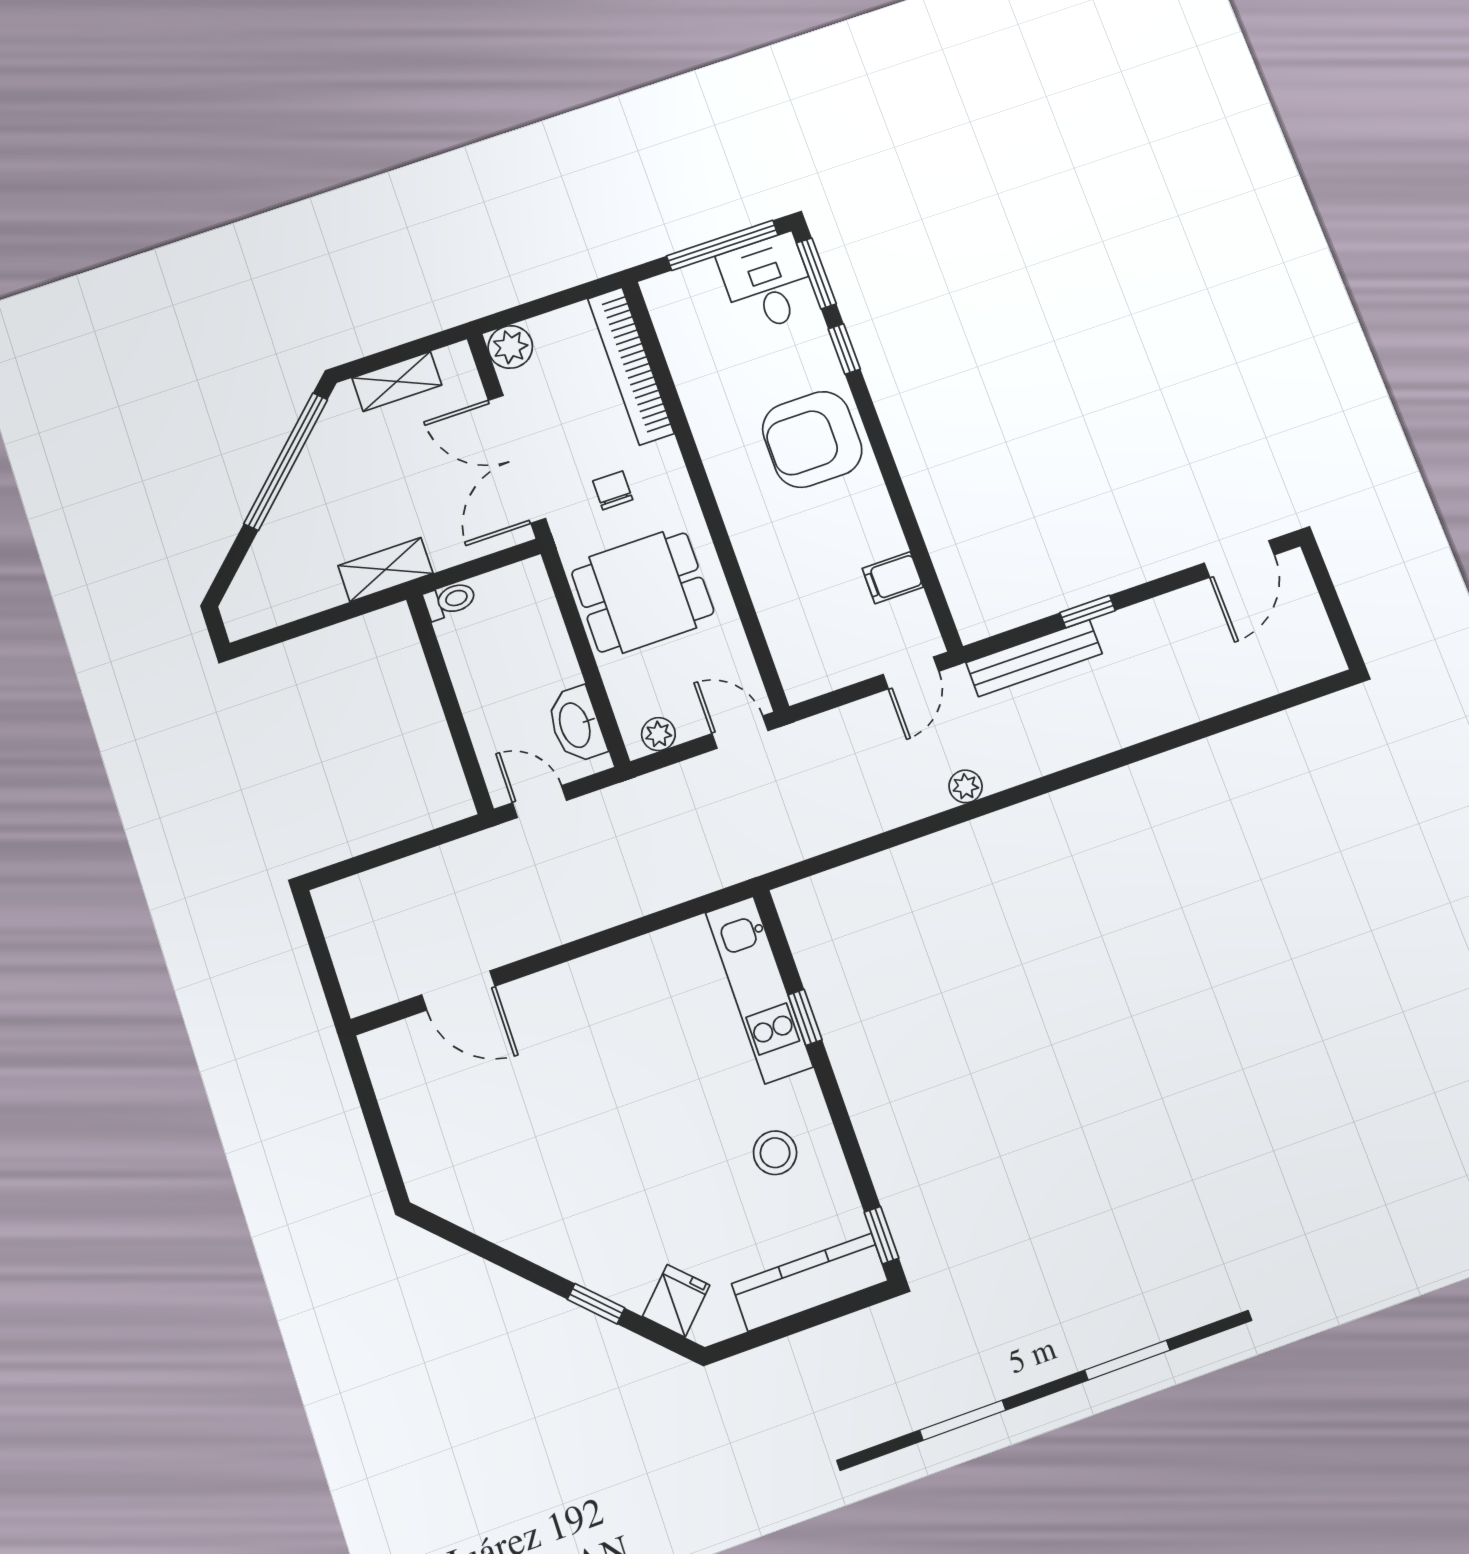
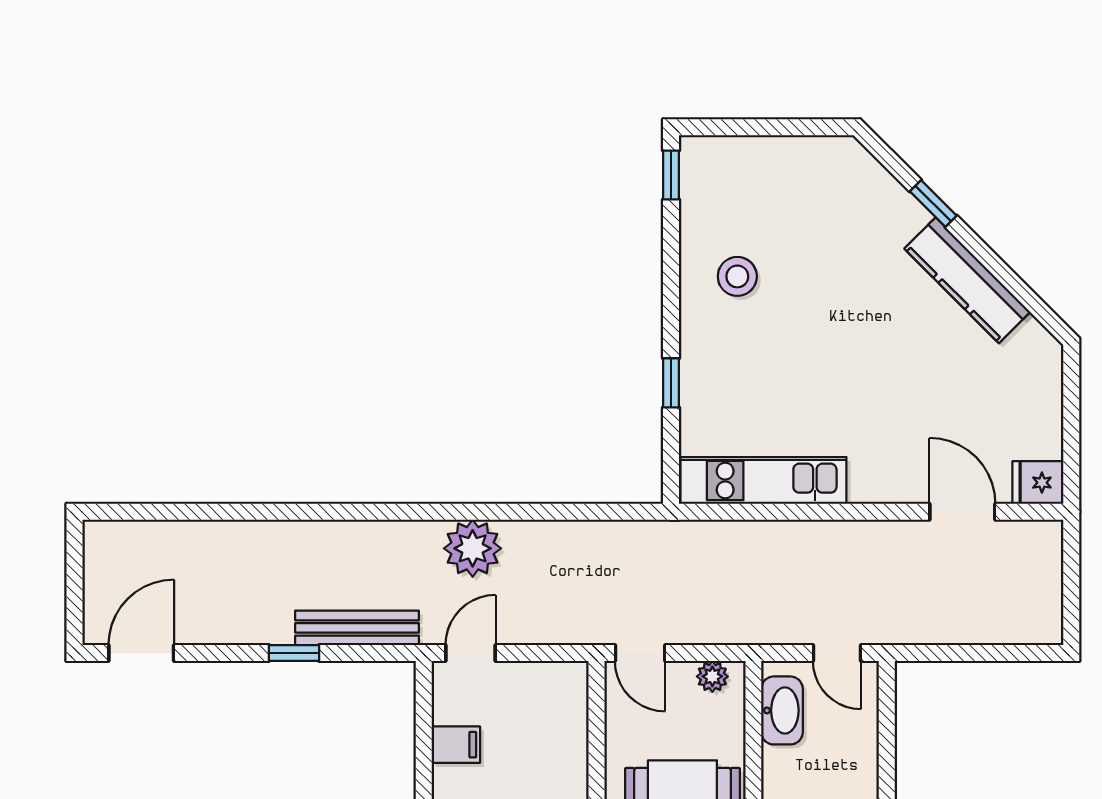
plant: (966, 786) -> (473, 548), width x1.88, depth x1.88
kitchen unit: (759, 990) -> (763, 481), moved, turned -90
kitchen counter: (810, 1282) -> (967, 280), moved, turned 45
fridge: (676, 1301) -> (1038, 483), moved, turned 45

